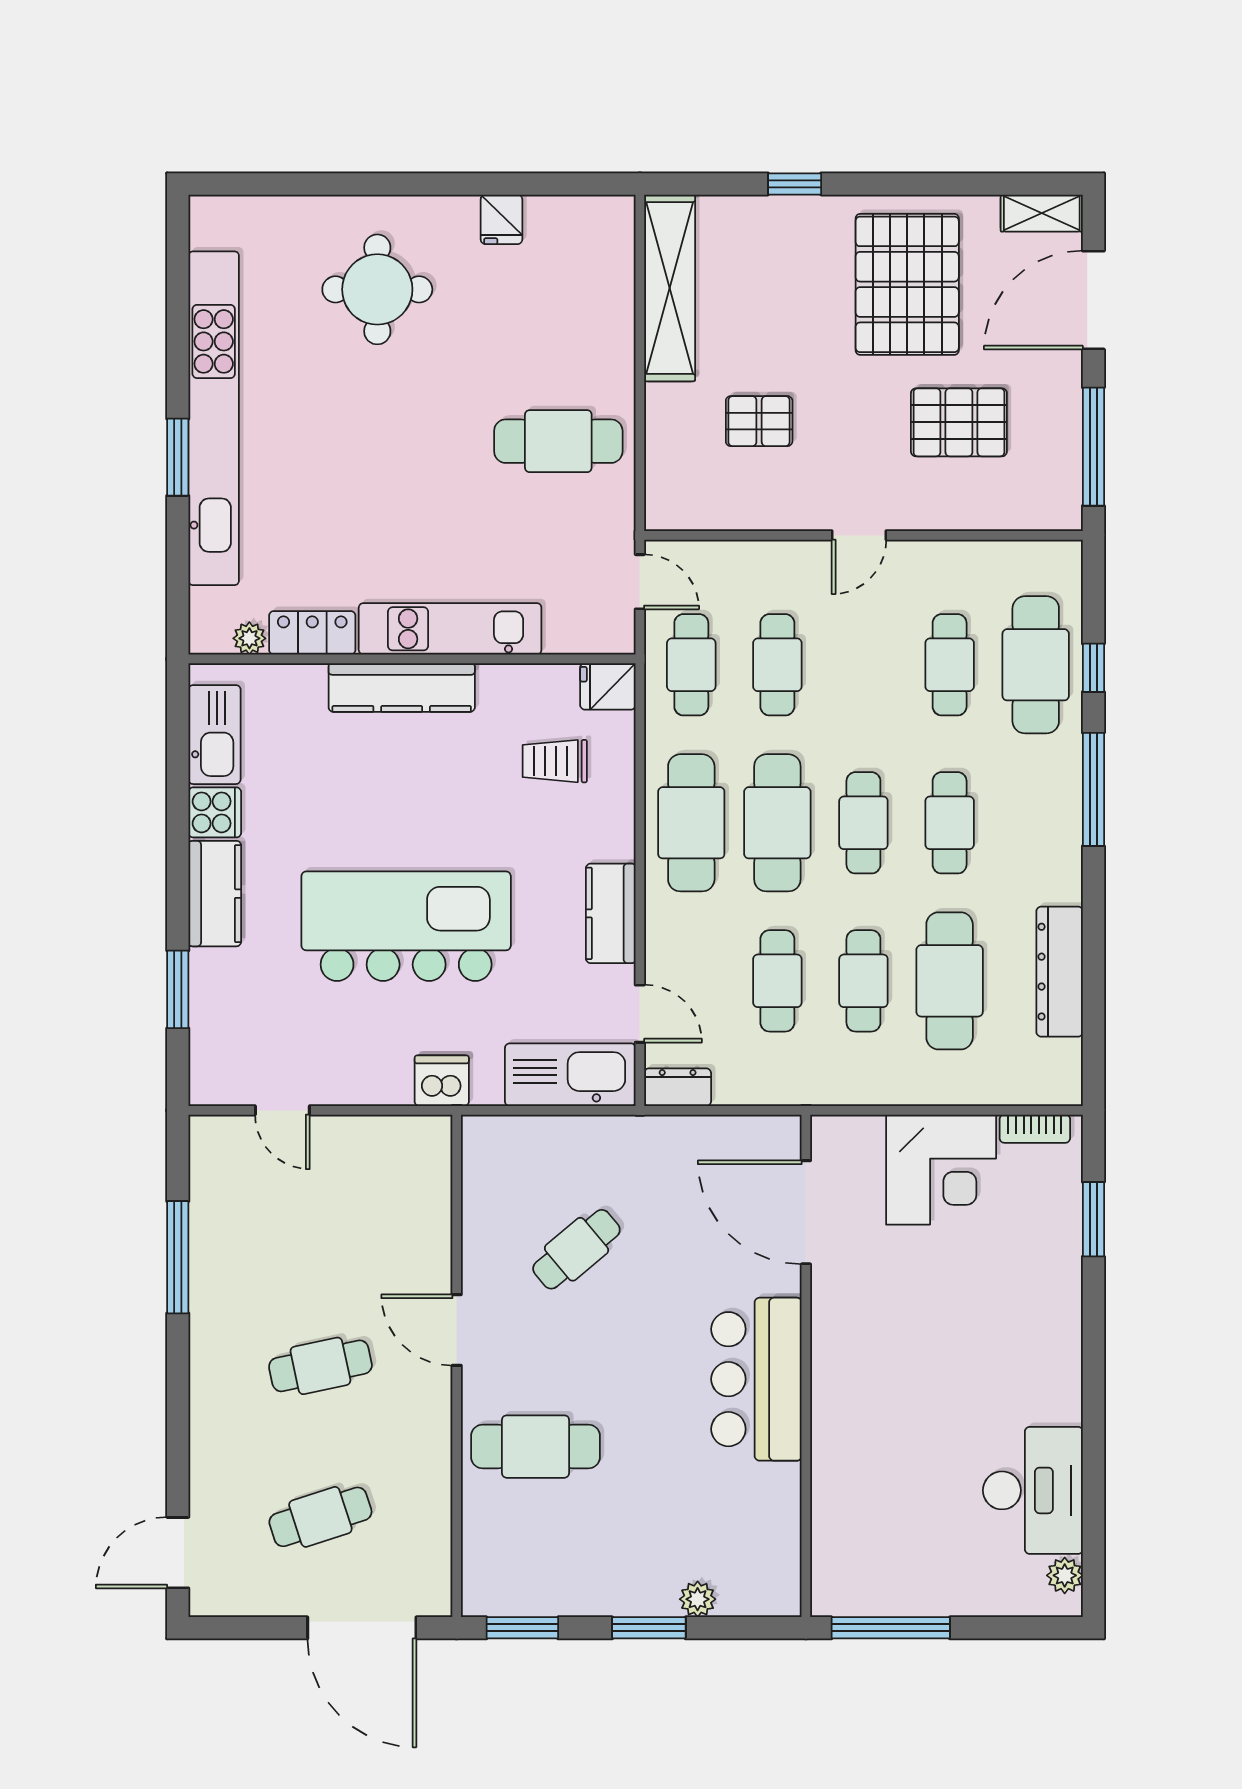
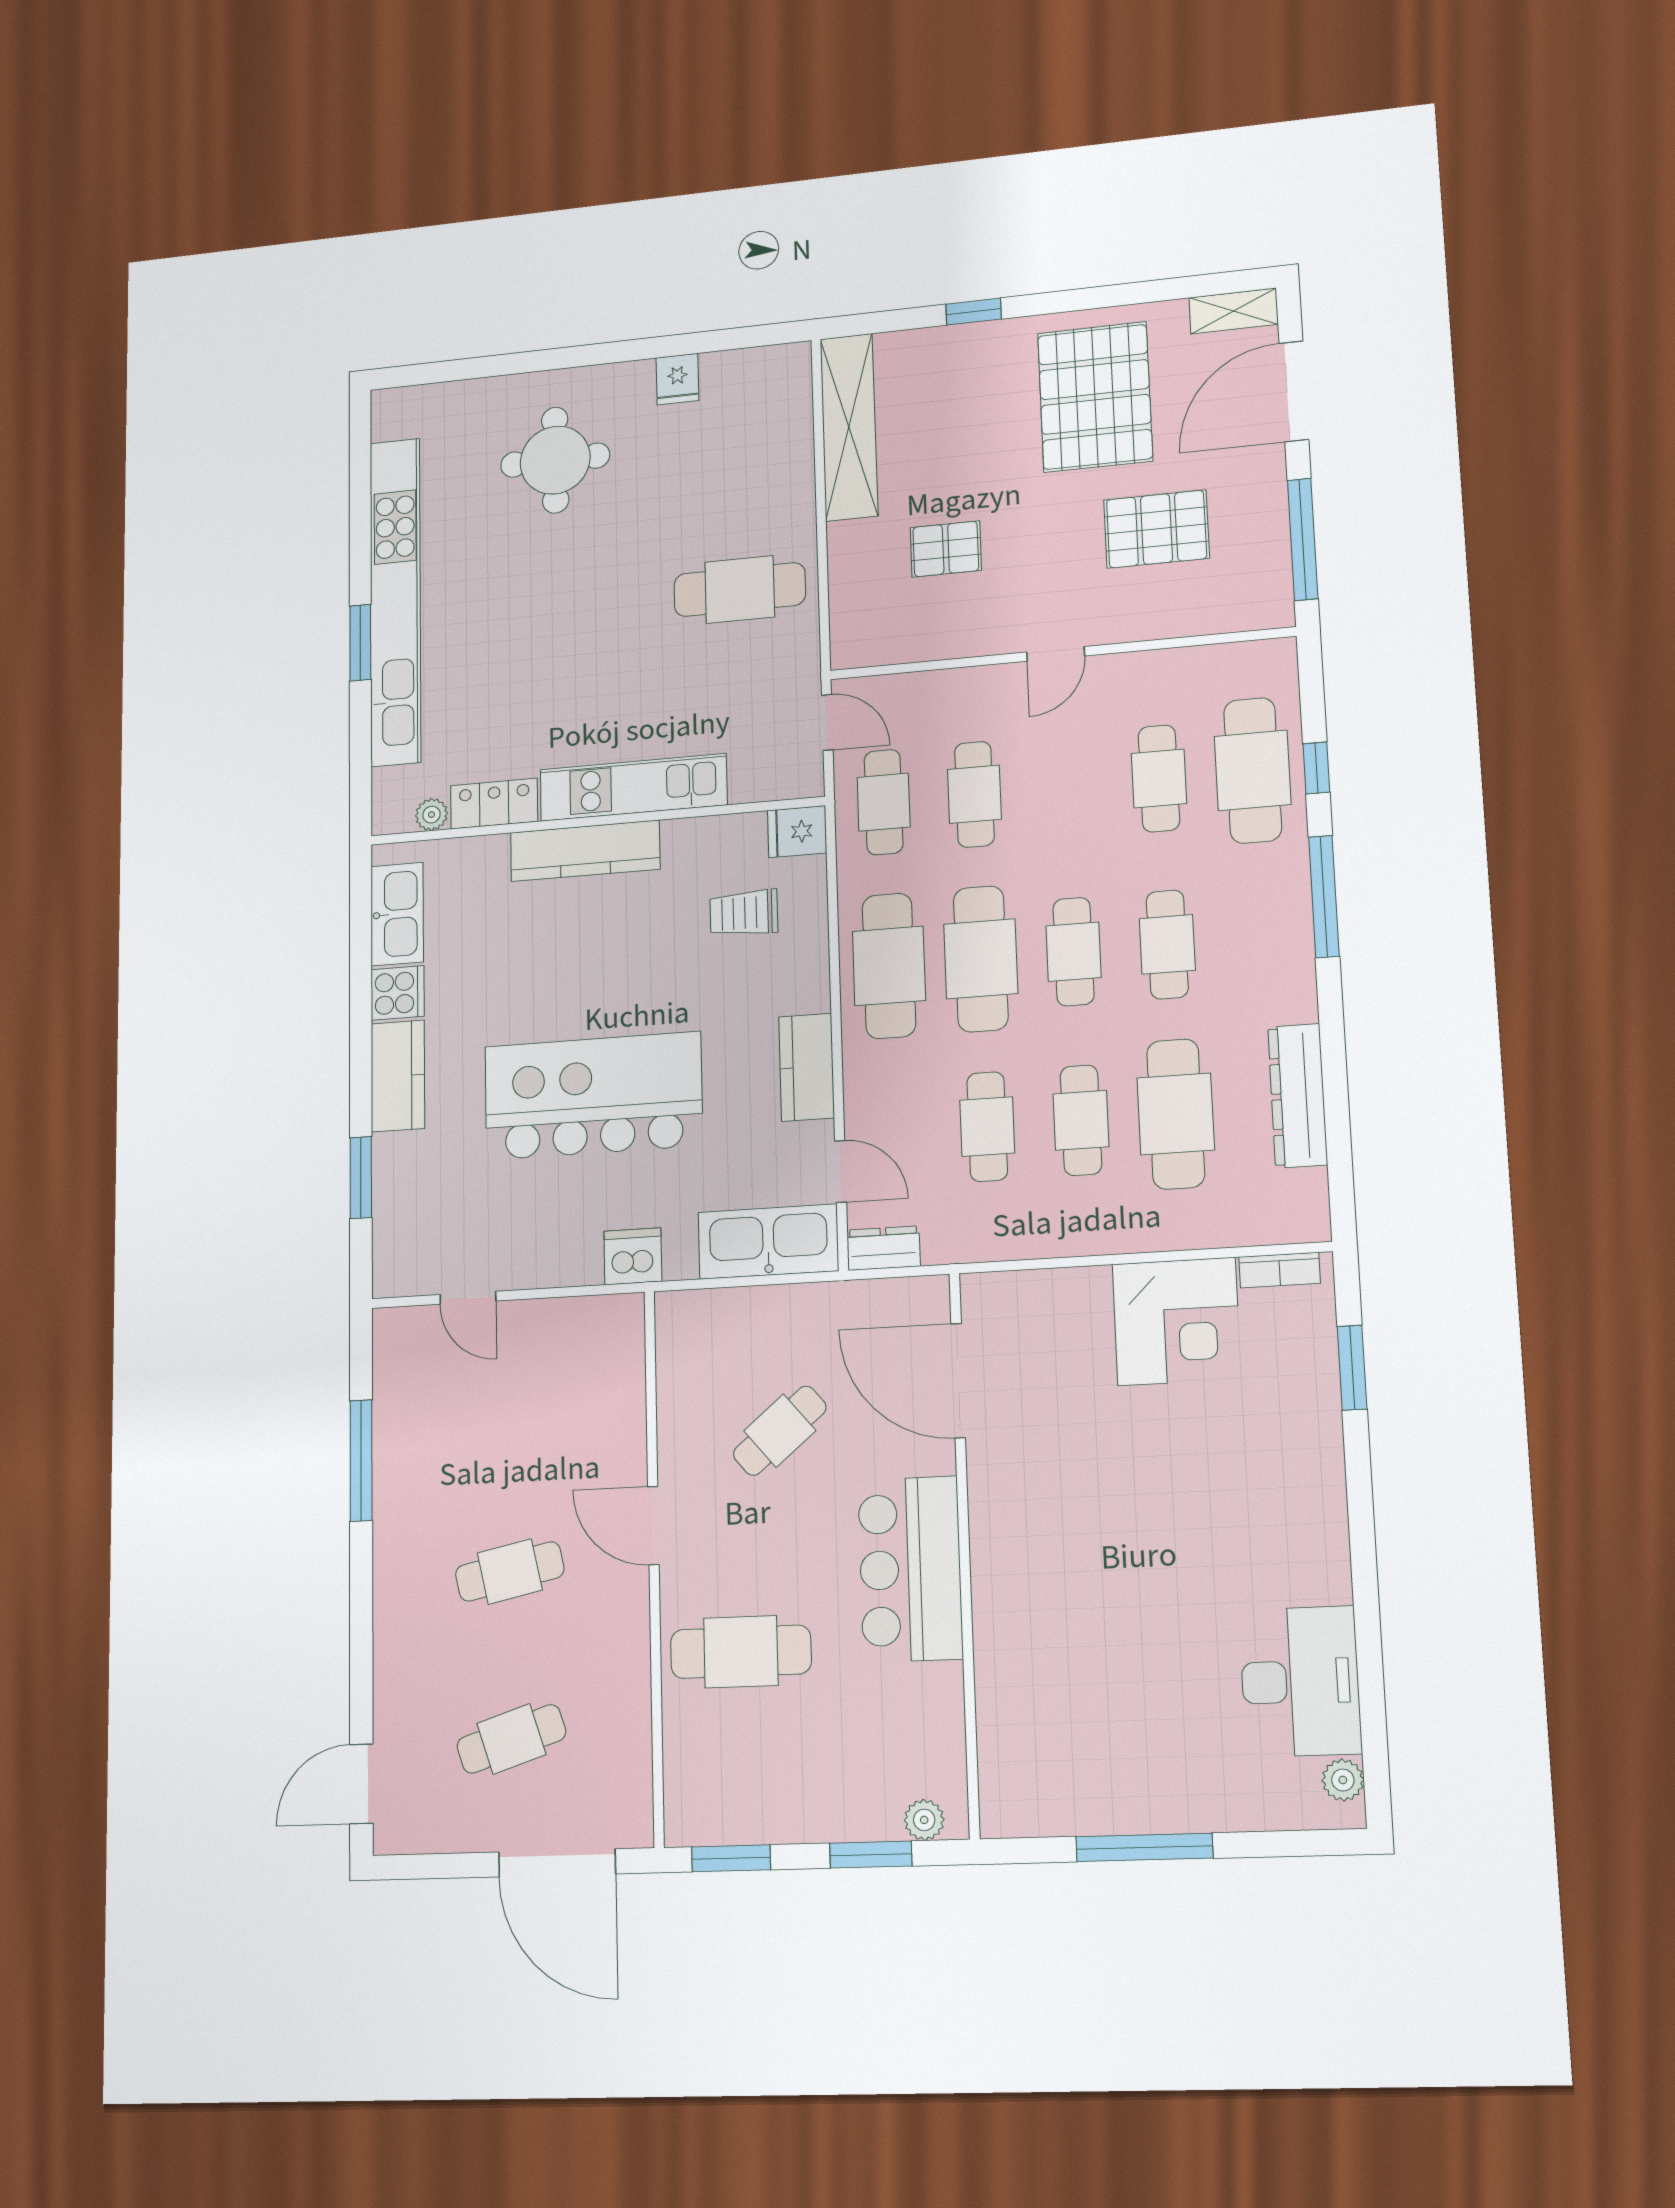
door: (806, 1212) -> (958, 1381), moved
wall: (806, 1366) -> (964, 1552), moved
bar counter: (756, 1379) -> (910, 1569), moved

